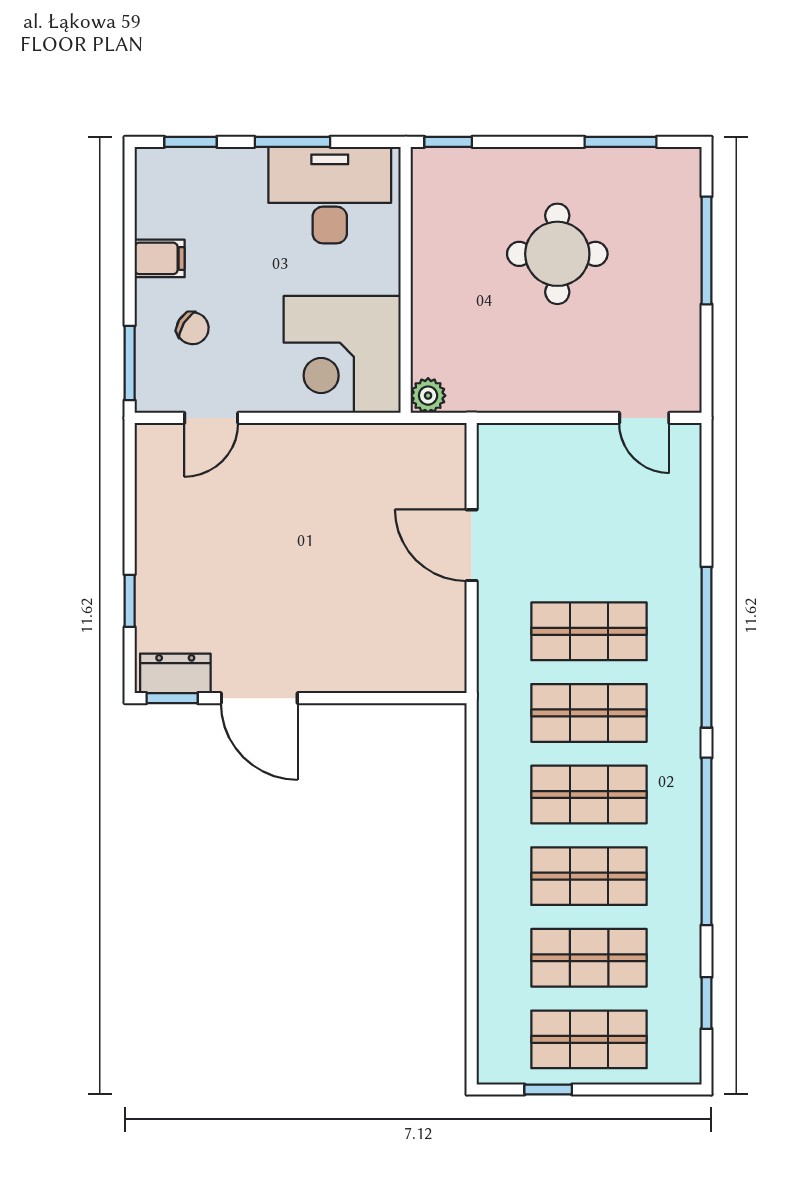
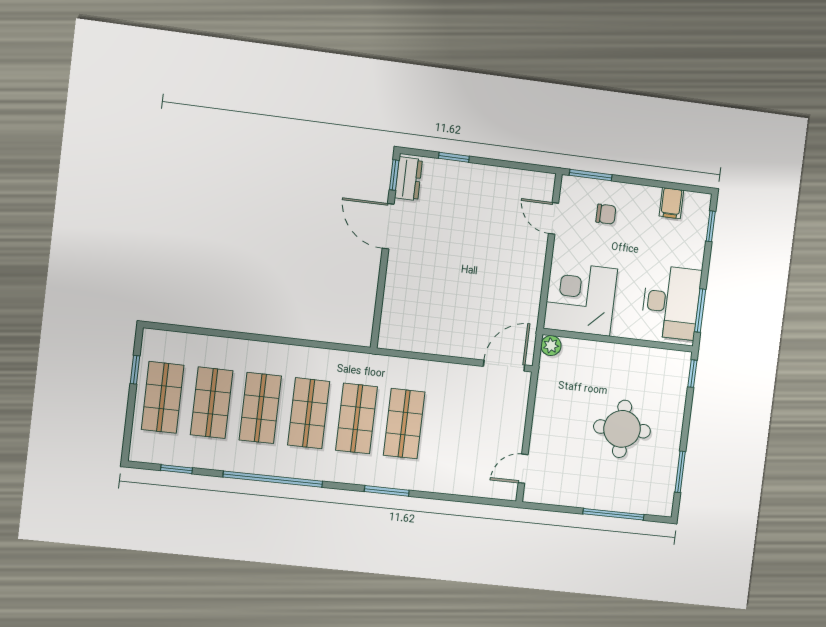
window: (292, 142) -> (700, 311), moved
filing cabinet: (160, 258) -> (671, 203), moved
chair: (193, 328) -> (606, 214), turned -122
door: (472, 545) -> (504, 366), moved
window: (706, 647) -> (387, 491), width x0.47
door: (259, 698) -> (388, 226), hinge flipped

